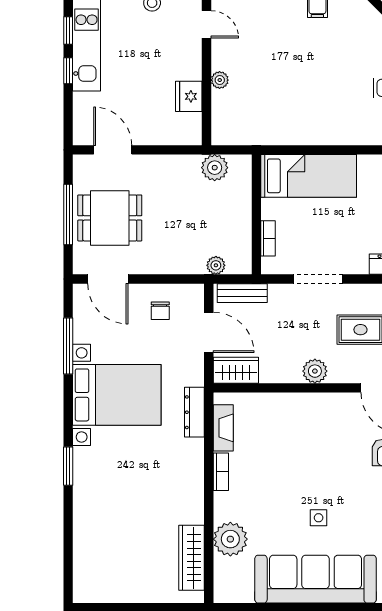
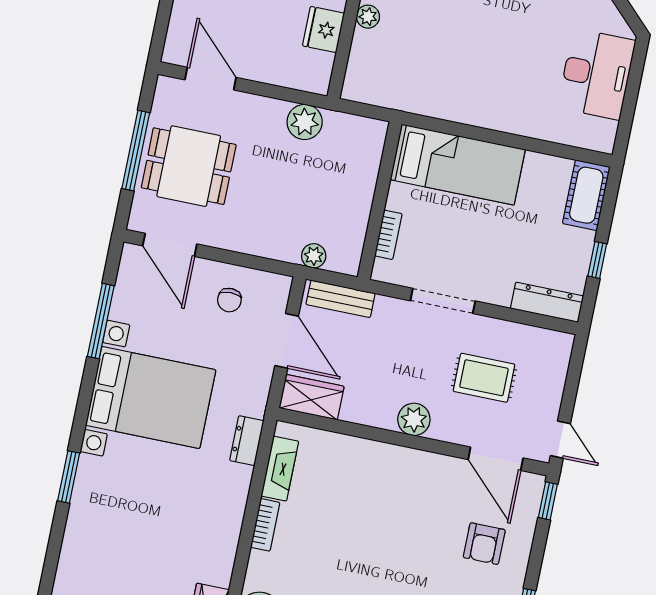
plant: (215, 168) -> (305, 122), moved
dresser: (194, 412) -> (247, 441), width x0.70

